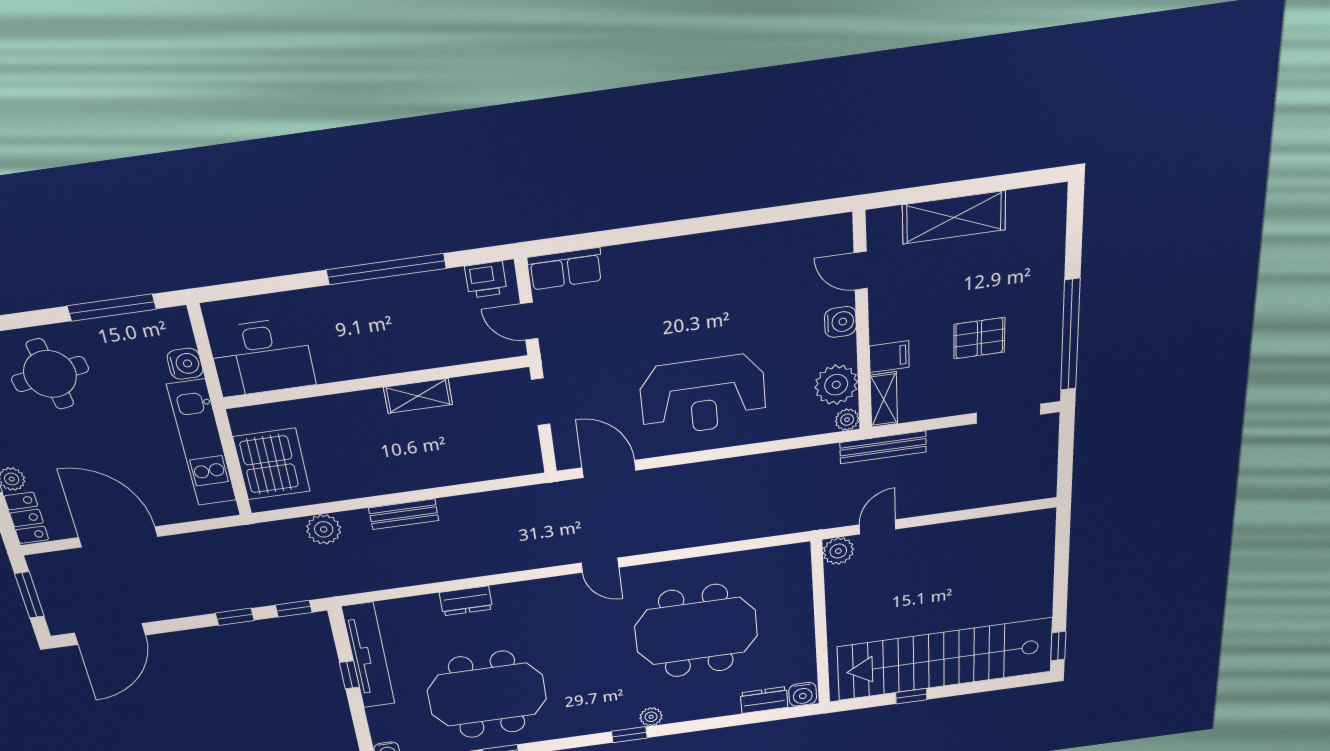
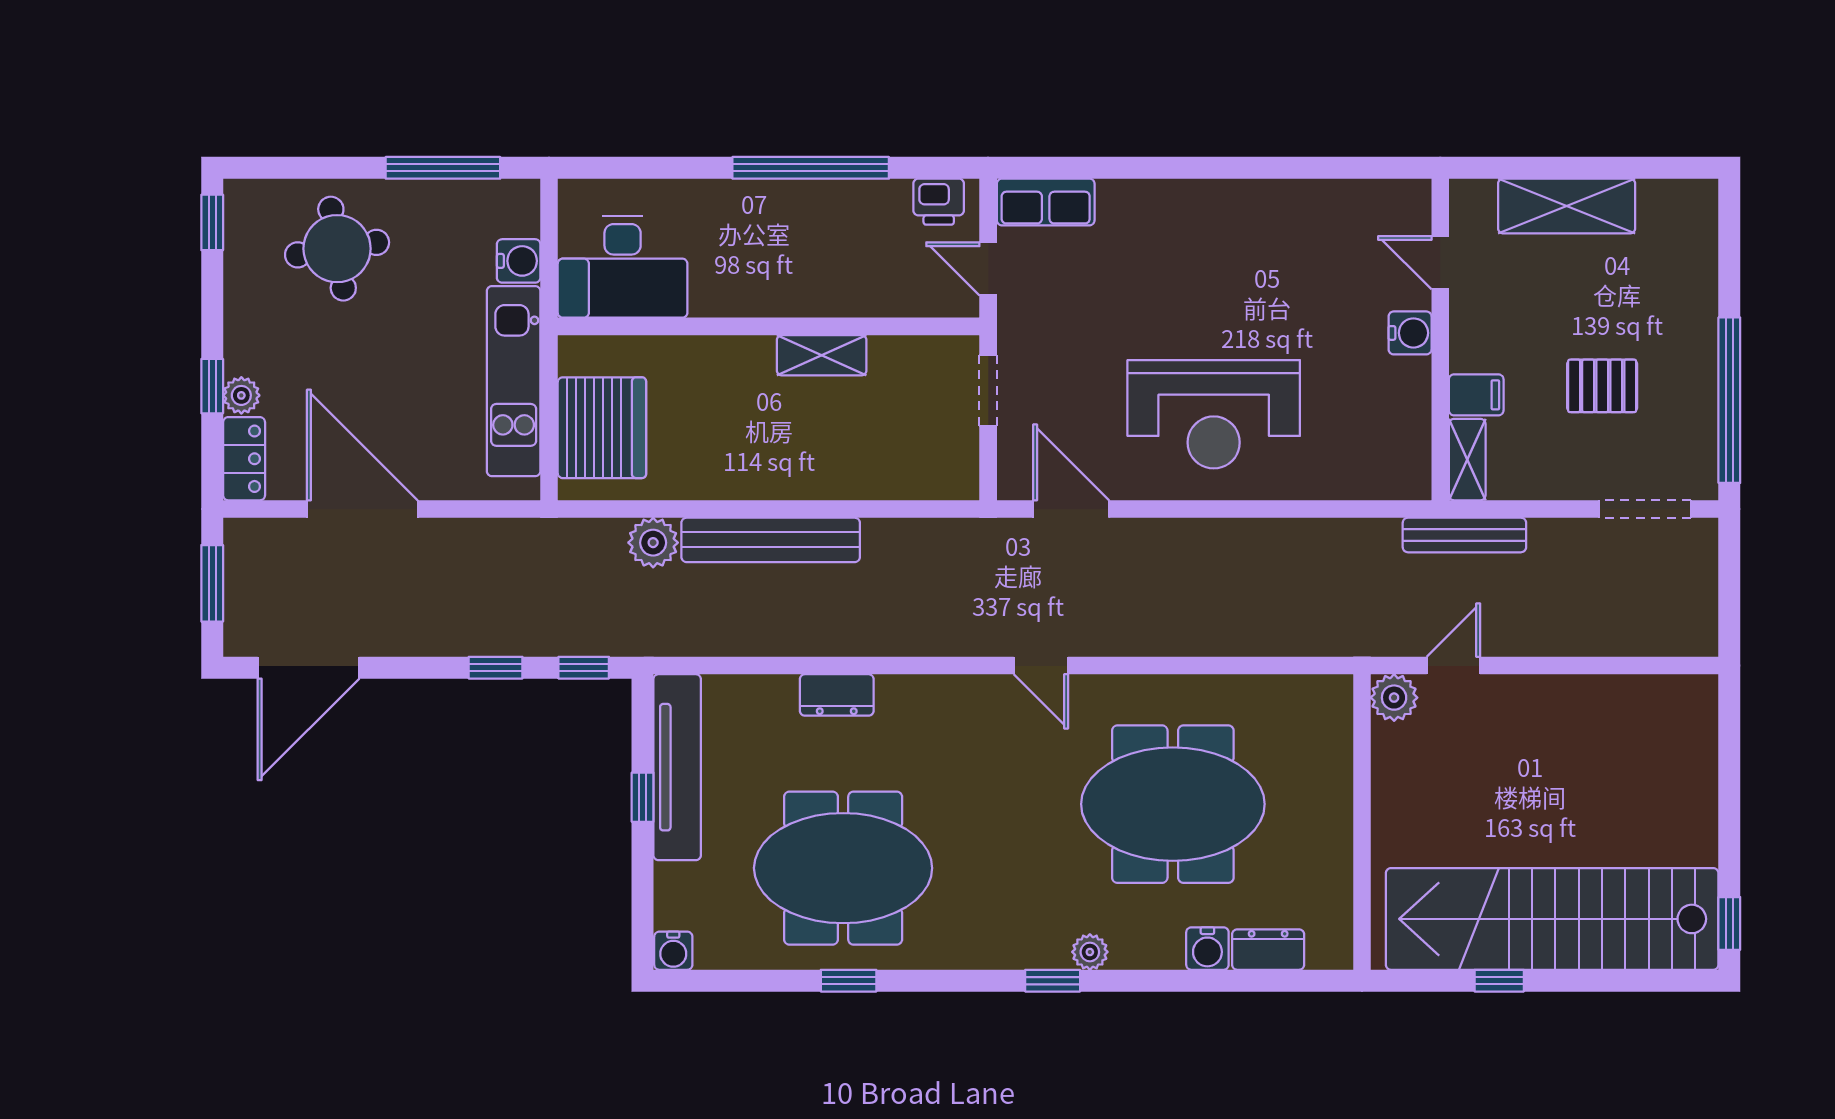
plant: (836, 385) -> (1401, 426), removed
plant: (847, 420) -> (1414, 483), removed
bench: (404, 514) -> (771, 540), width x1.86, depth x1.21
water cooler: (803, 694) -> (1207, 949), moved

